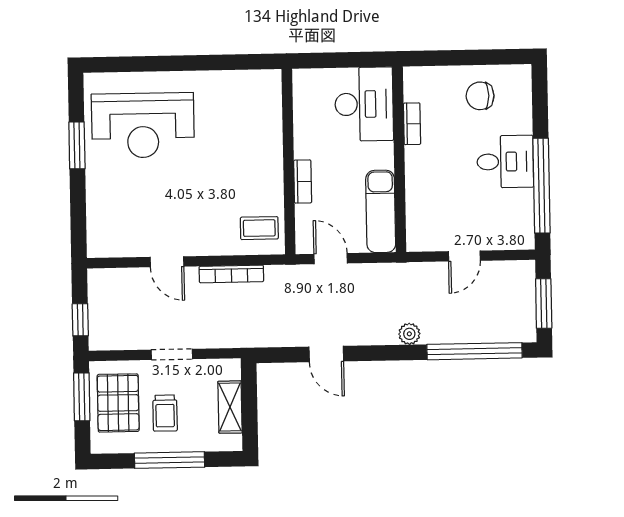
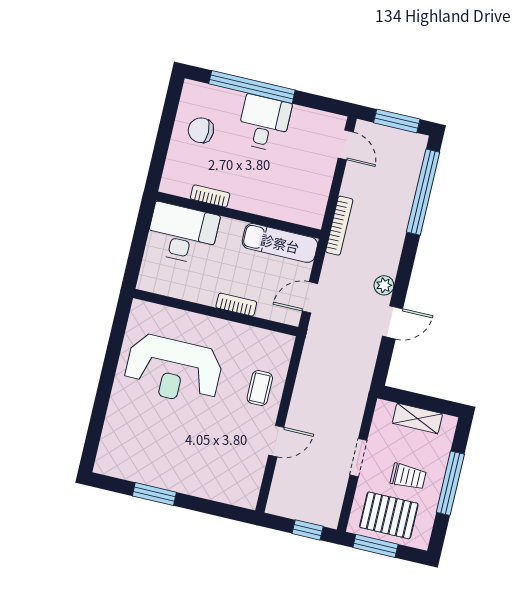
chair: (480, 96) -> (201, 130), turned 90
reception desk: (143, 125) -> (173, 370), moved, turned 90
window: (541, 186) -> (252, 87), moved
coffee table: (259, 228) -> (260, 388), moved
door: (464, 256) -> (346, 145), moved
bookcase: (231, 274) -> (339, 226), moved
plant: (409, 334) -> (384, 285), moved

